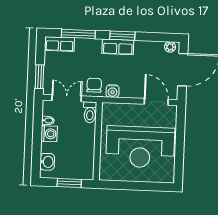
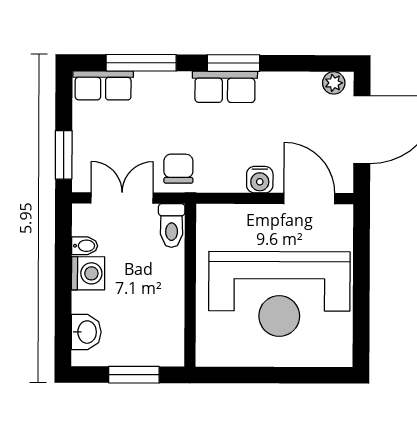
water cooler: (113, 91) -> (260, 180), moved

